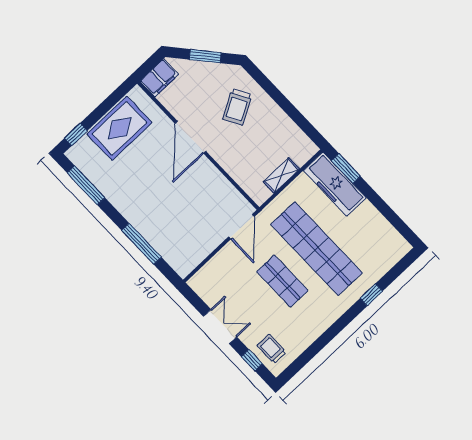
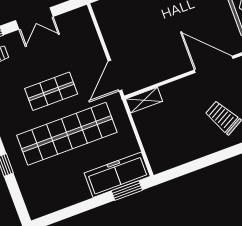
shelving: (281, 175) -> (144, 100), moved, turned 90
door: (242, 227) -> (115, 76), hinge flipped

